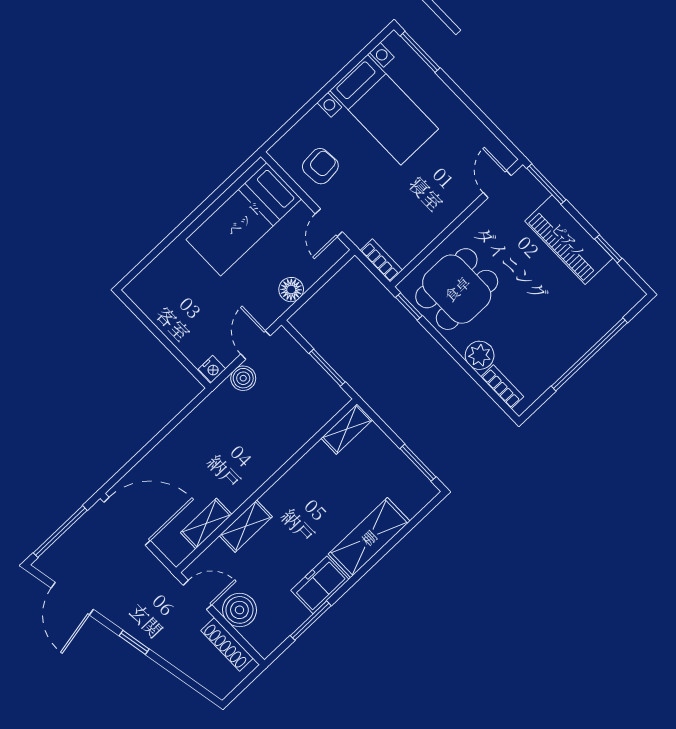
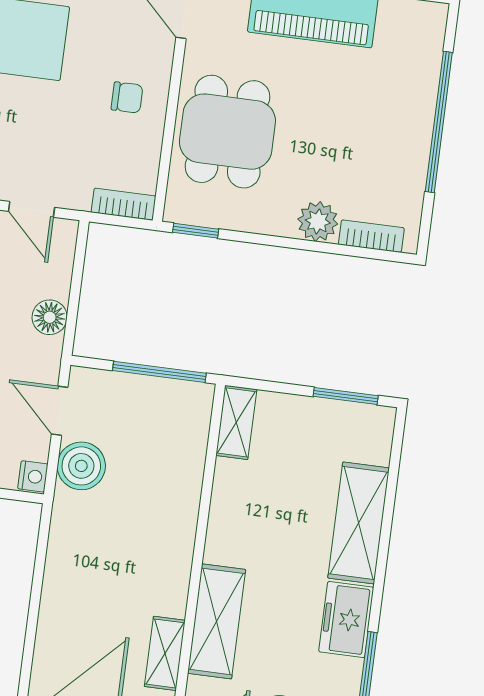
chair: (430, 204) -> (127, 98), added
dining table: (457, 289) -> (227, 132), moved
window: (327, 368) -> (159, 372), width x1.44
boiler: (243, 378) -> (81, 466), width x1.36, depth x1.36
shelving: (246, 526) -> (217, 621), width x1.50, depth x1.33

